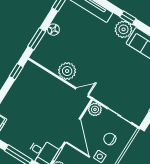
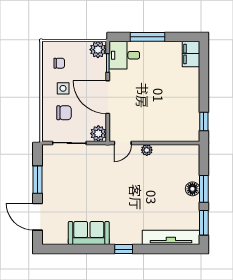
plant: (124, 29) -> (121, 234), removed
window: (37, 39) -> (204, 189), moved
plant: (67, 71) -> (147, 150), width x0.53, depth x0.53

